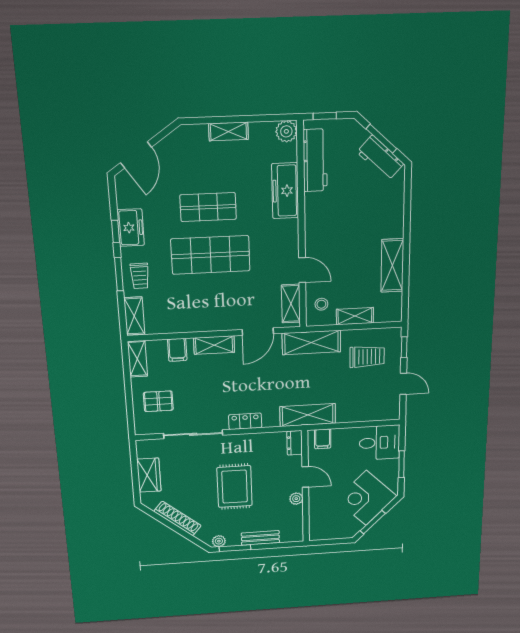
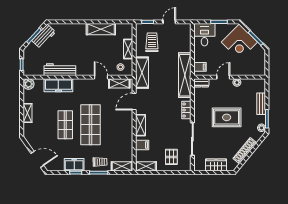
workbench: (315, 160) -> (60, 70), moved
door: (302, 270) -> (101, 77), hinge flipped
door: (258, 332) -> (134, 101), swing flipped
shelving: (308, 415) -> (185, 75), width x1.47

